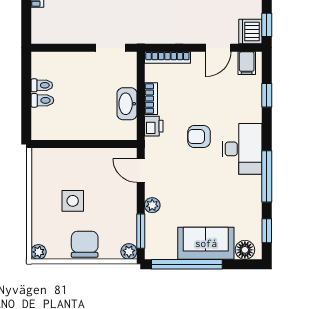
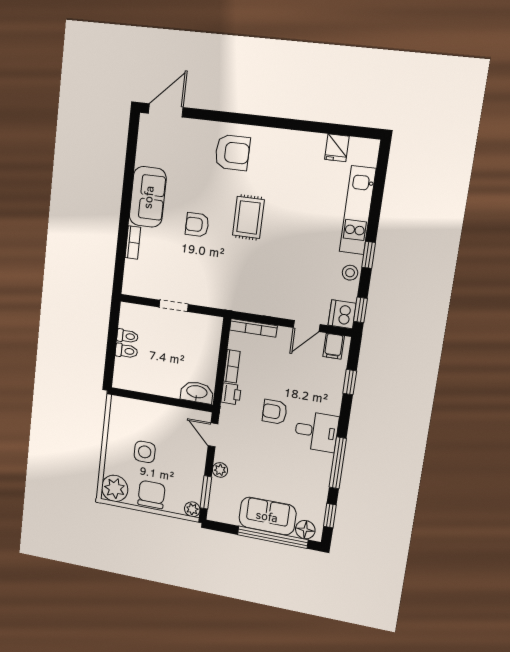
doorway: (111, 48) -> (174, 306), moved
washbasin: (127, 104) -> (197, 392), moved, turned 90
desk: (242, 149) -> (316, 431), width x0.73
plant: (39, 252) -> (115, 488), width x1.87, depth x1.87
window: (187, 264) -> (273, 537), moved

